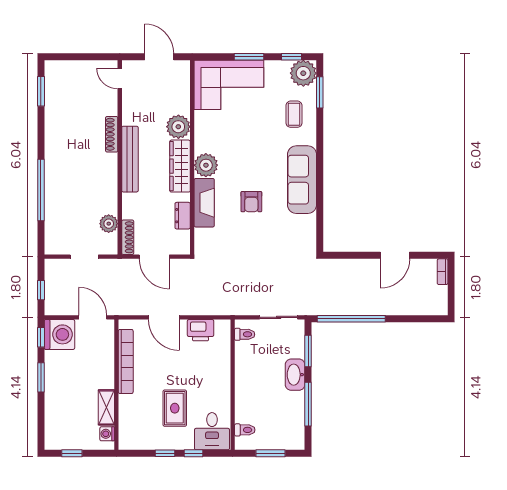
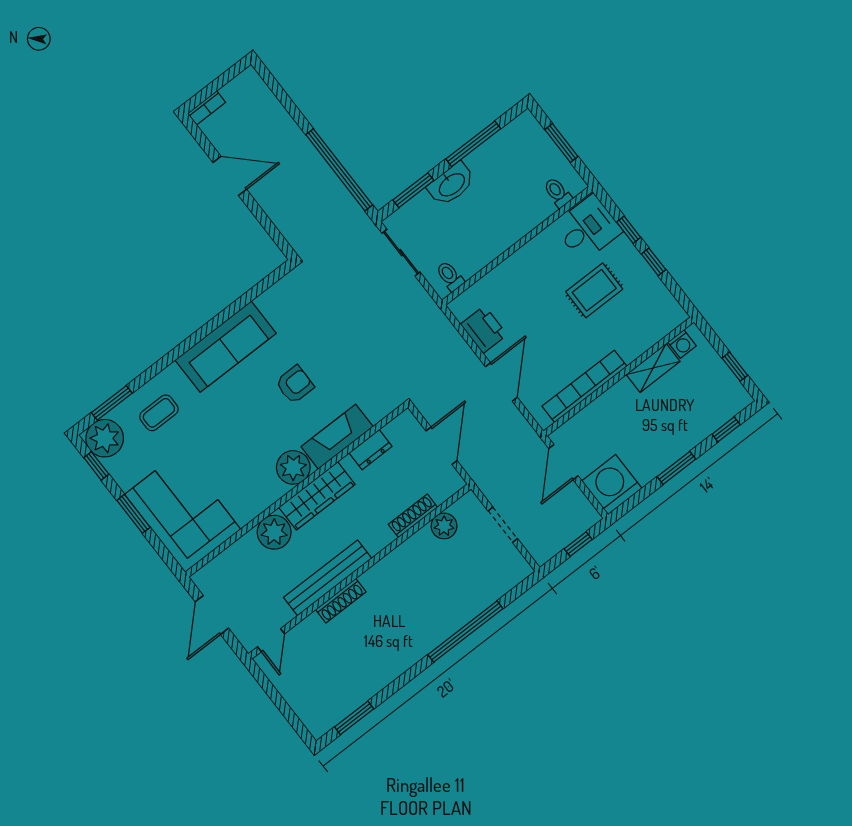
bench: (130, 159) -> (328, 578), moved
shoe rack: (128, 237) -> (413, 516), moved
window: (41, 337) -> (726, 429), moved

